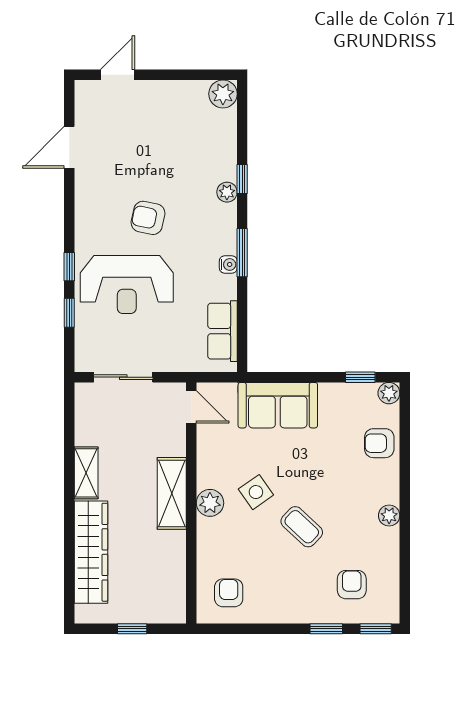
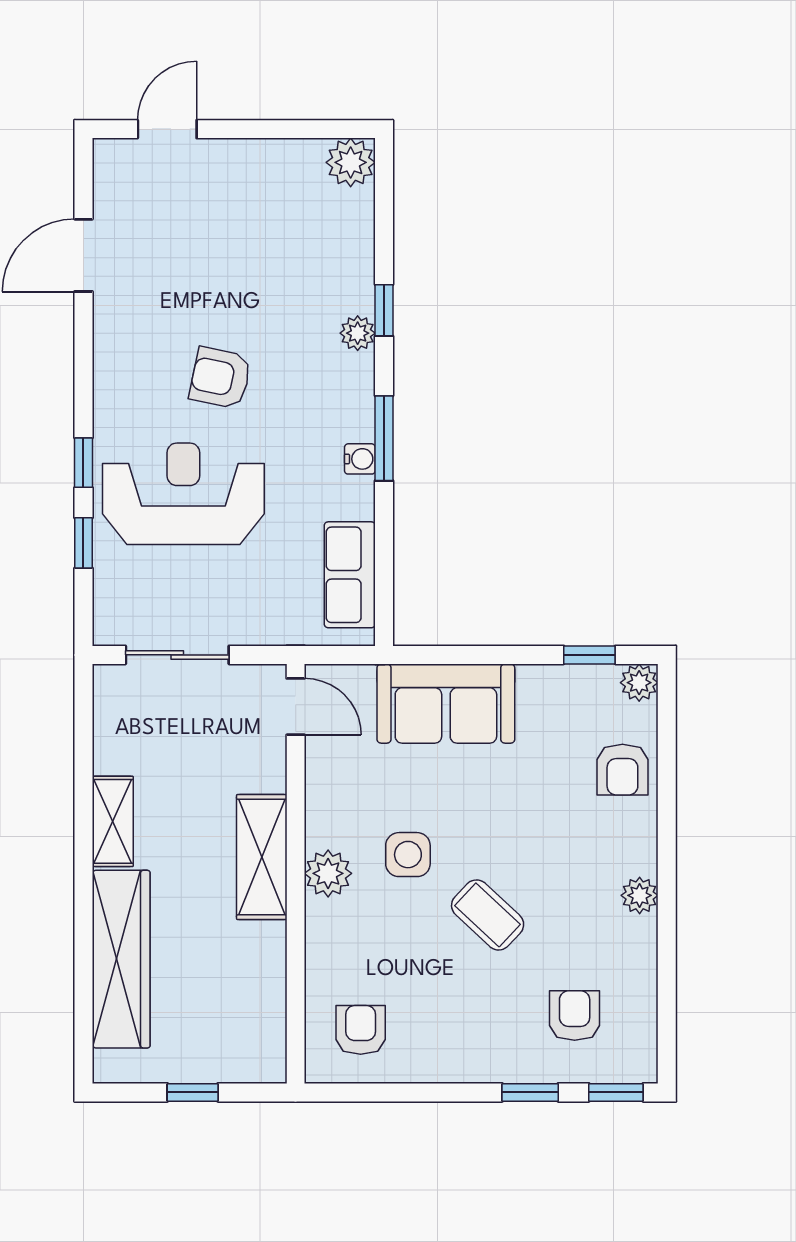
reception desk: (127, 284) -> (183, 494), turned 180
armchair: (379, 443) -> (622, 770), turned -90
side table: (256, 492) -> (408, 855), turned 35

